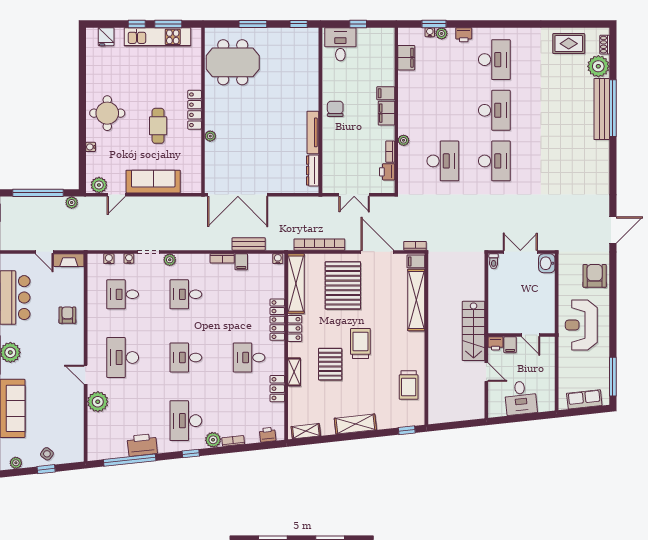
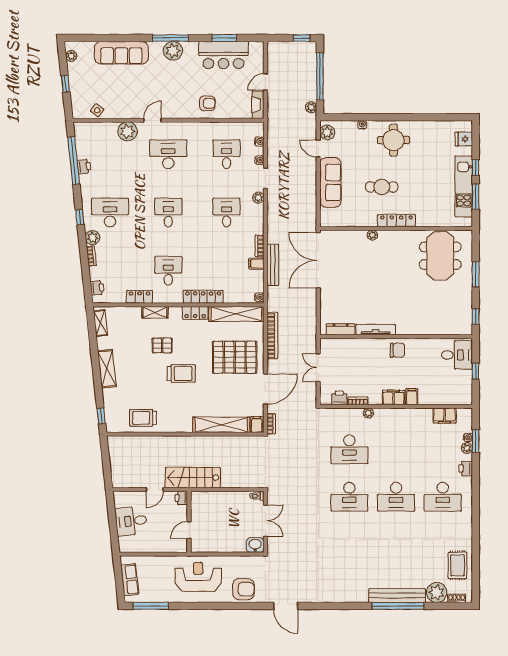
bench: (249, 244) -> (273, 265), width x1.36
filing cabinet: (510, 345) -> (180, 511), removed
pallet: (330, 364) -> (162, 345), width x0.67, depth x0.71
printer: (142, 445) -> (84, 167), width x0.53, depth x0.68
side table: (47, 454) -> (97, 110), moved

